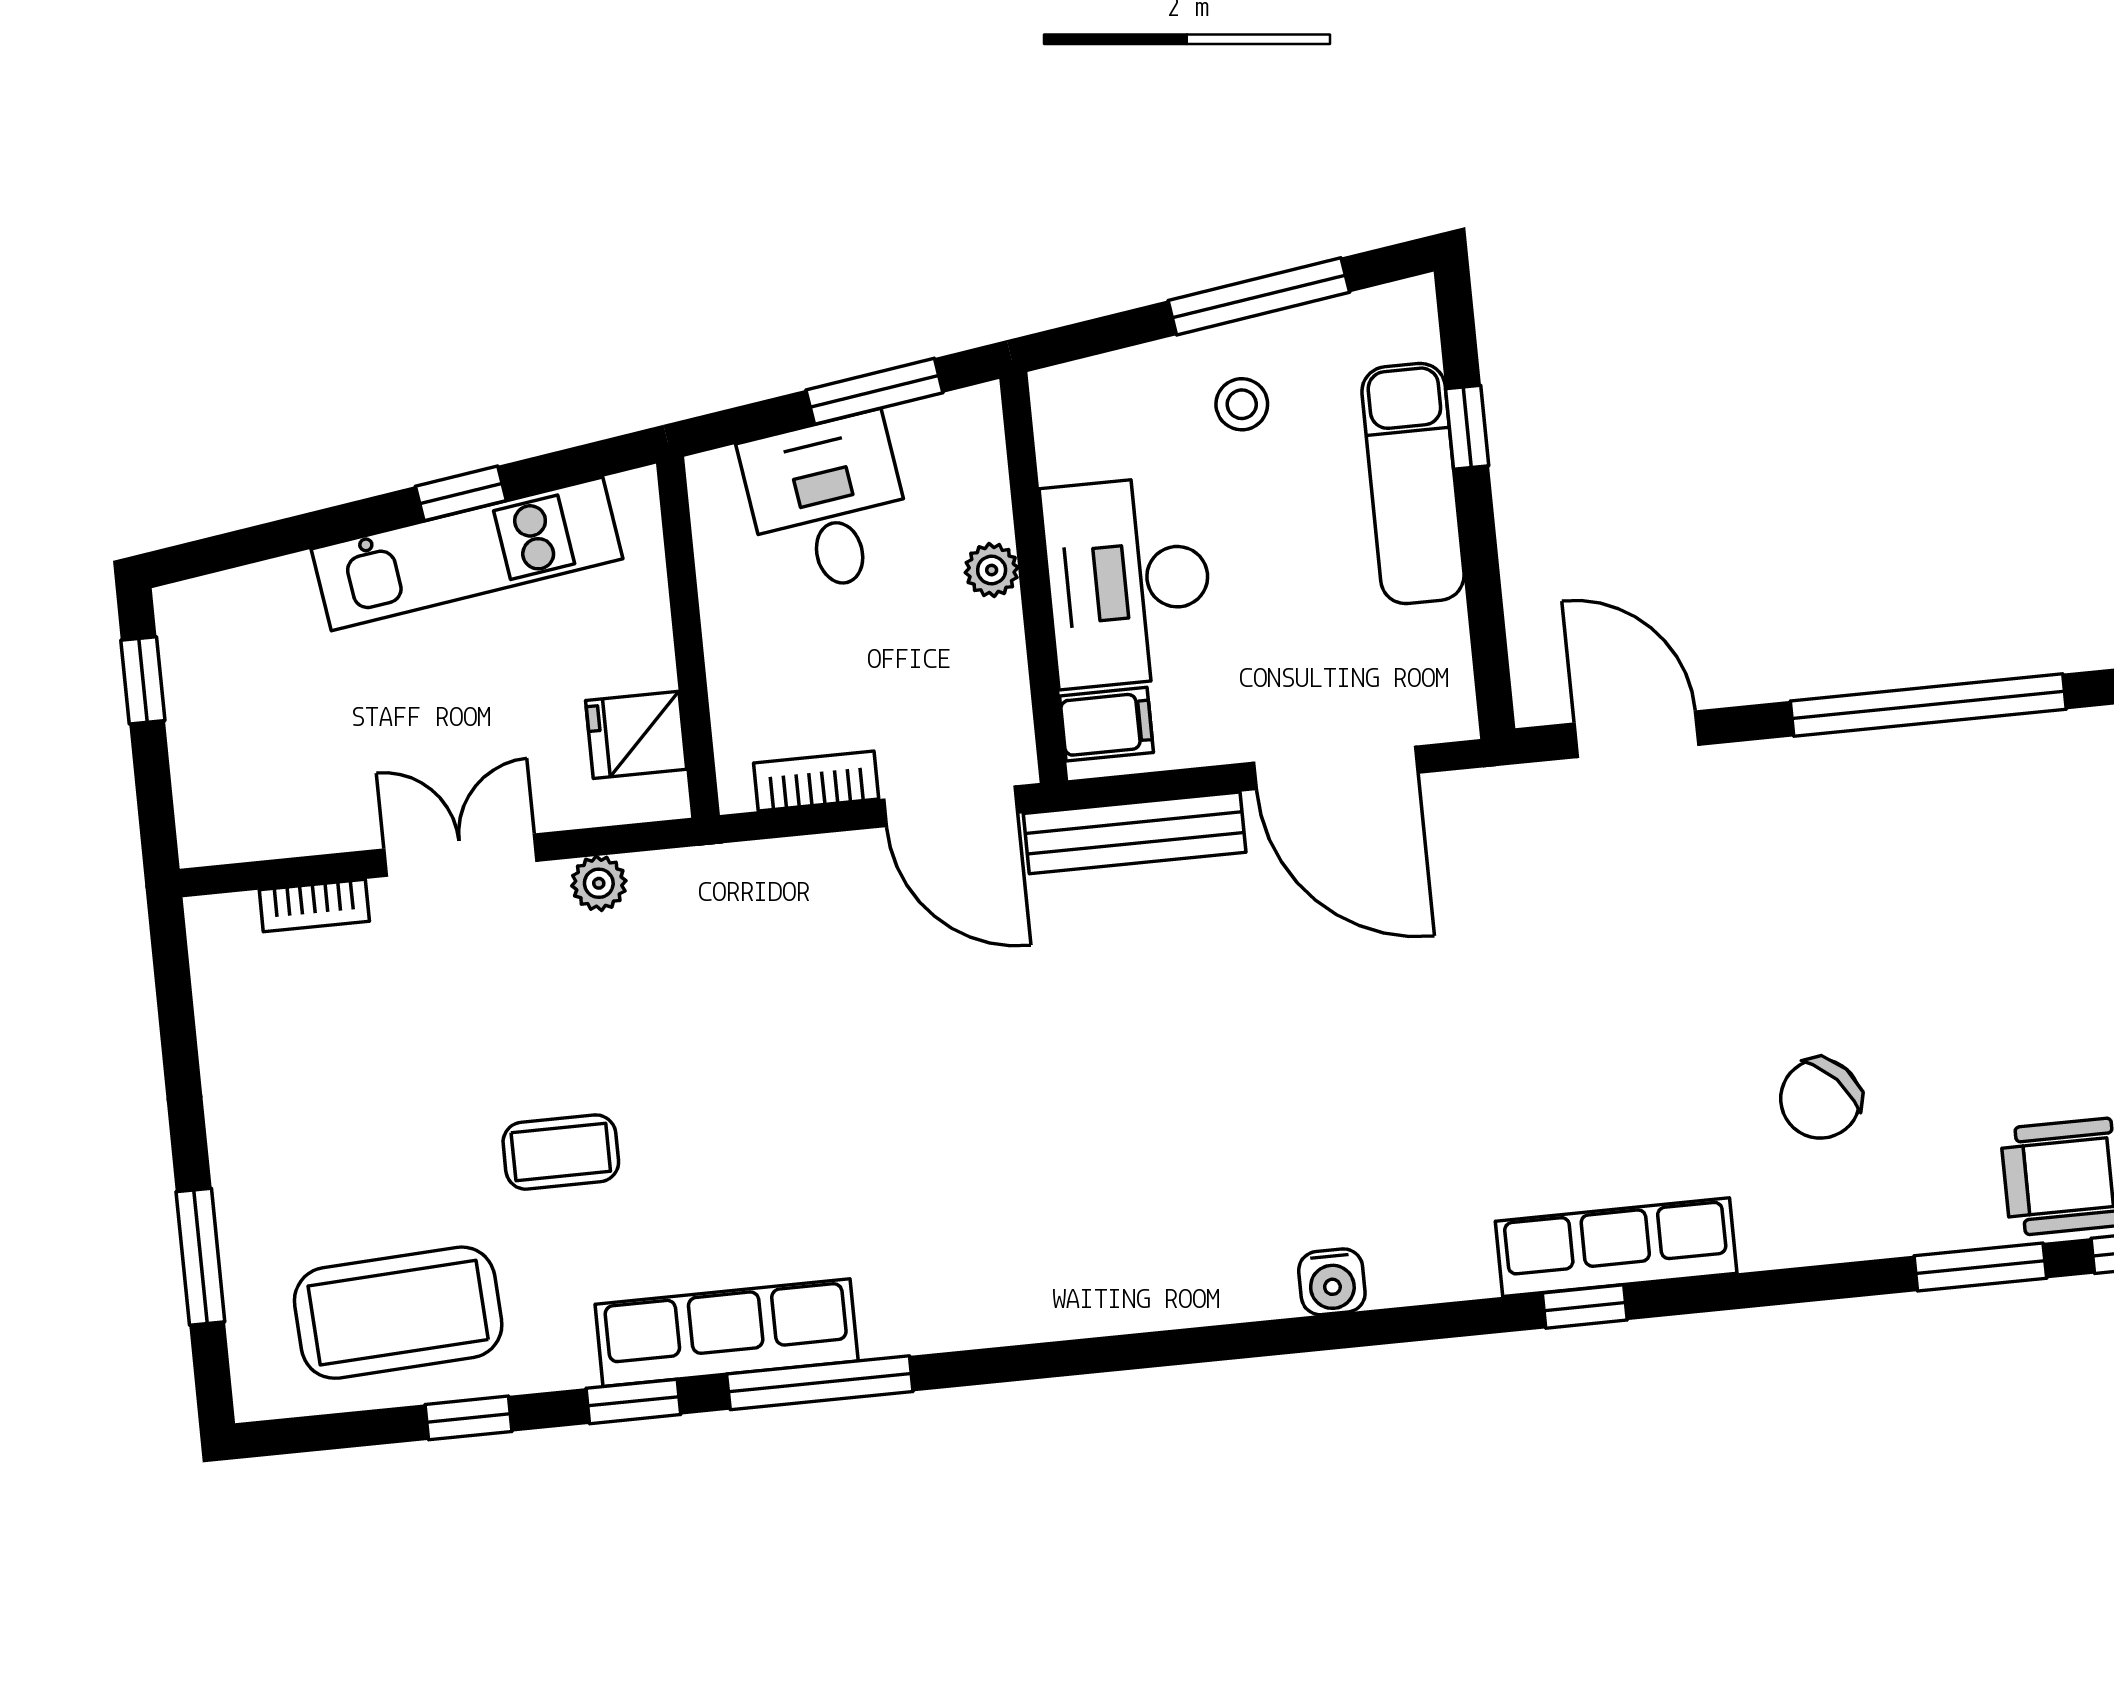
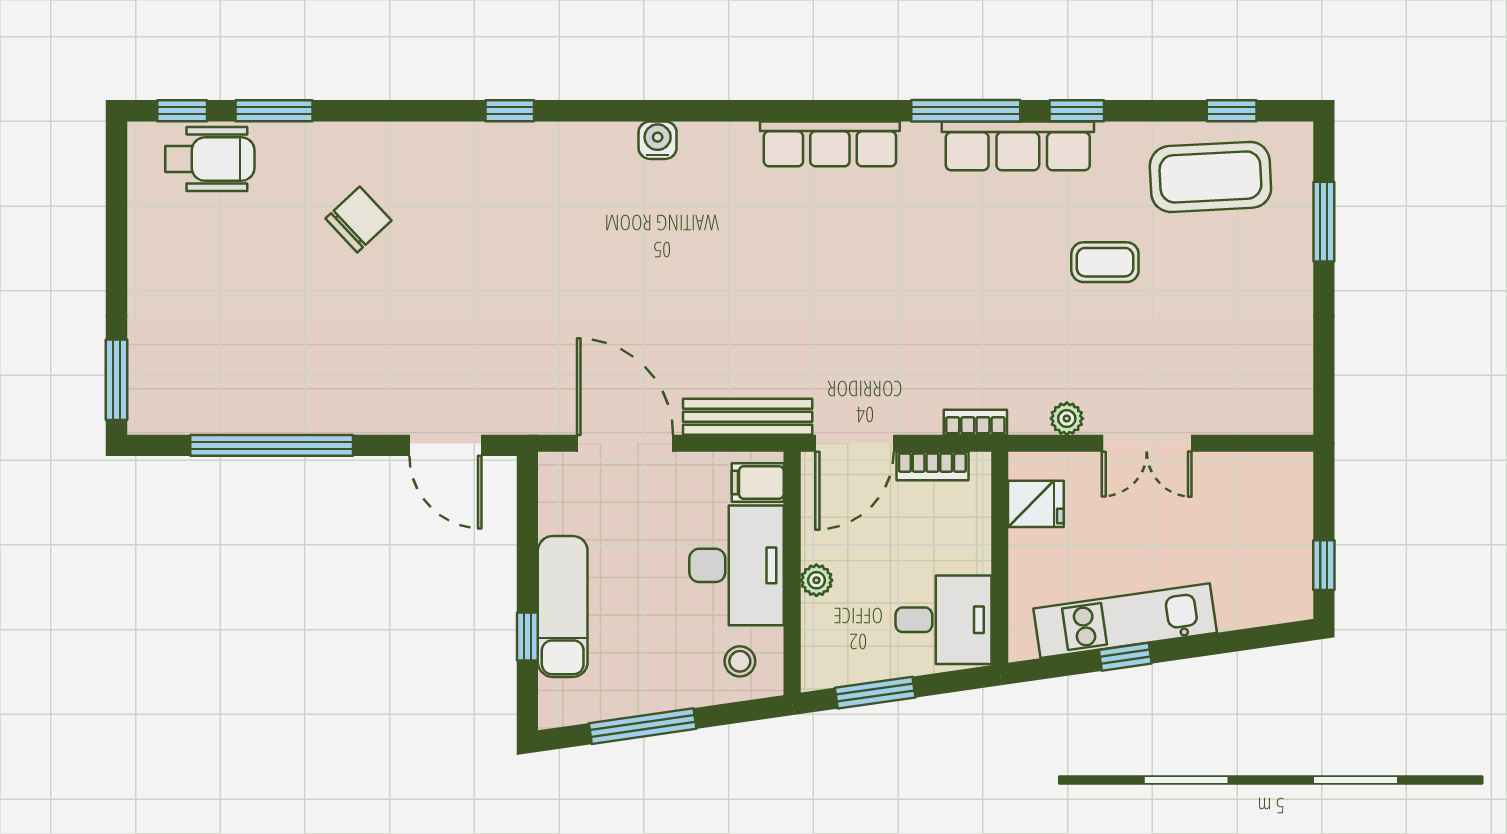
stool: (1242, 404) -> (740, 661), moved
desk: (828, 504) -> (943, 620), moved, turned -82
door: (951, 806) -> (855, 443), swing flipped
bookcase: (314, 905) -> (975, 422), moved
row of seats: (1616, 1247) -> (830, 144), moved
window: (469, 1418) -> (1232, 111), moved

